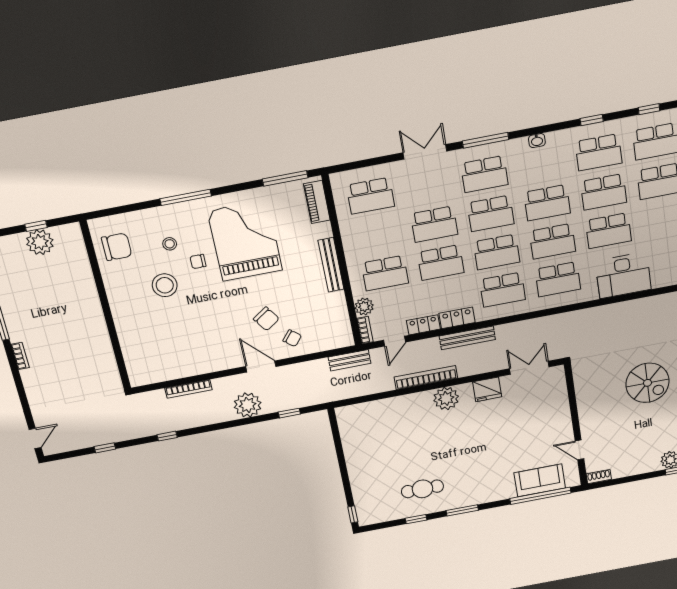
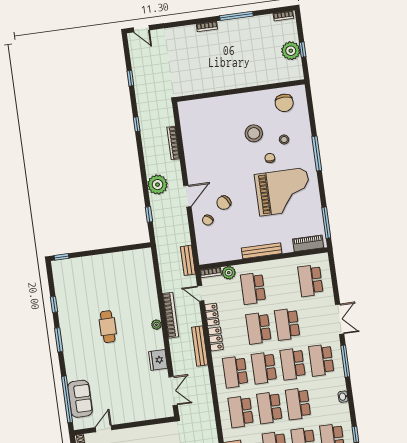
plant: (446, 398) -> (156, 325), width x0.53, depth x0.53
cafe table: (422, 489) -> (108, 327), moved

